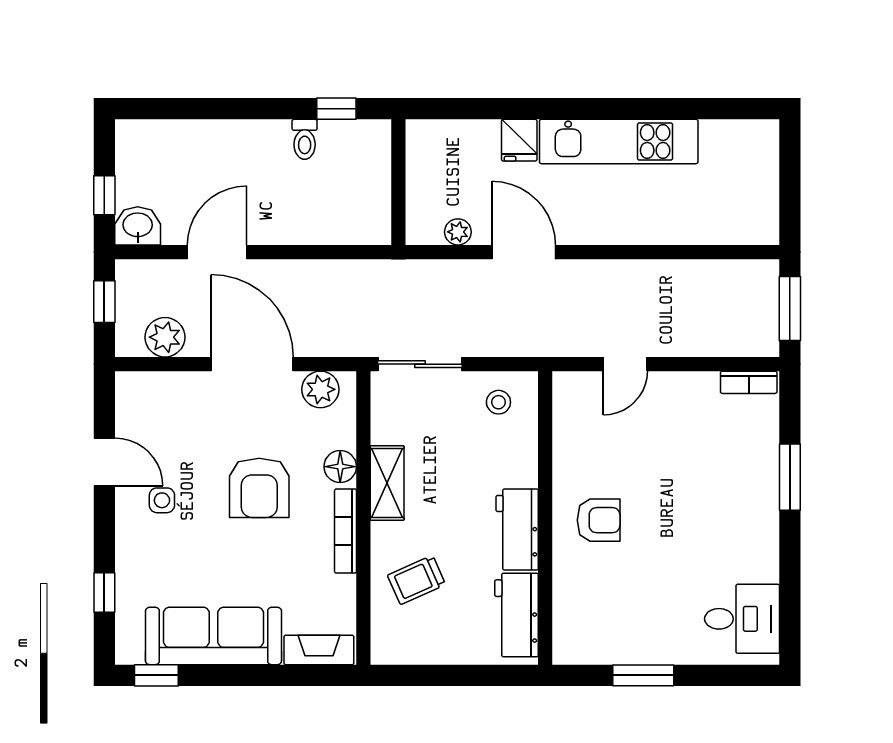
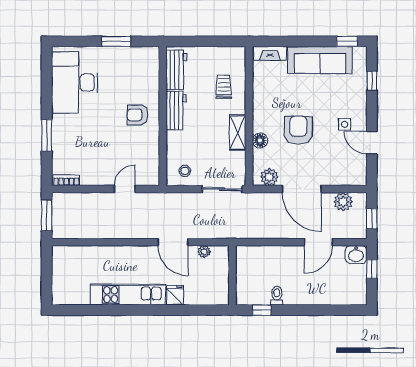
bookcase: (346, 531) -> (257, 110), removed
trolley: (417, 580) -> (224, 87), turned -66
desk: (742, 619) -> (75, 83), width x1.87, depth x1.30

